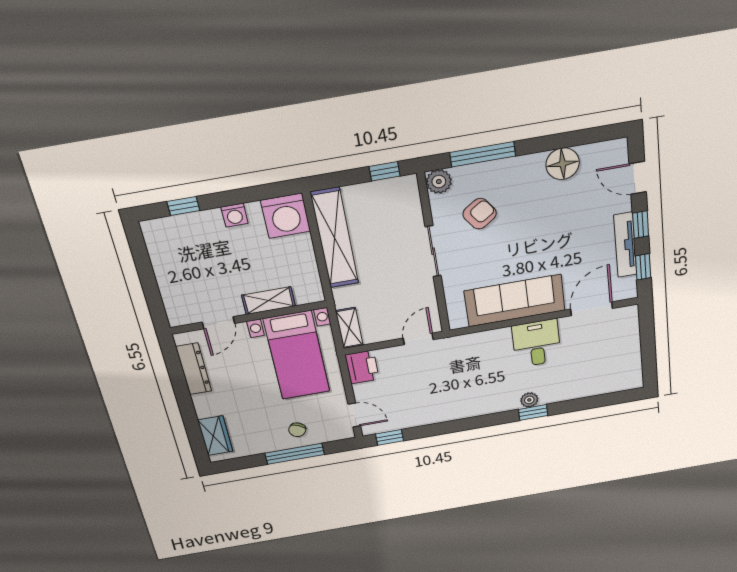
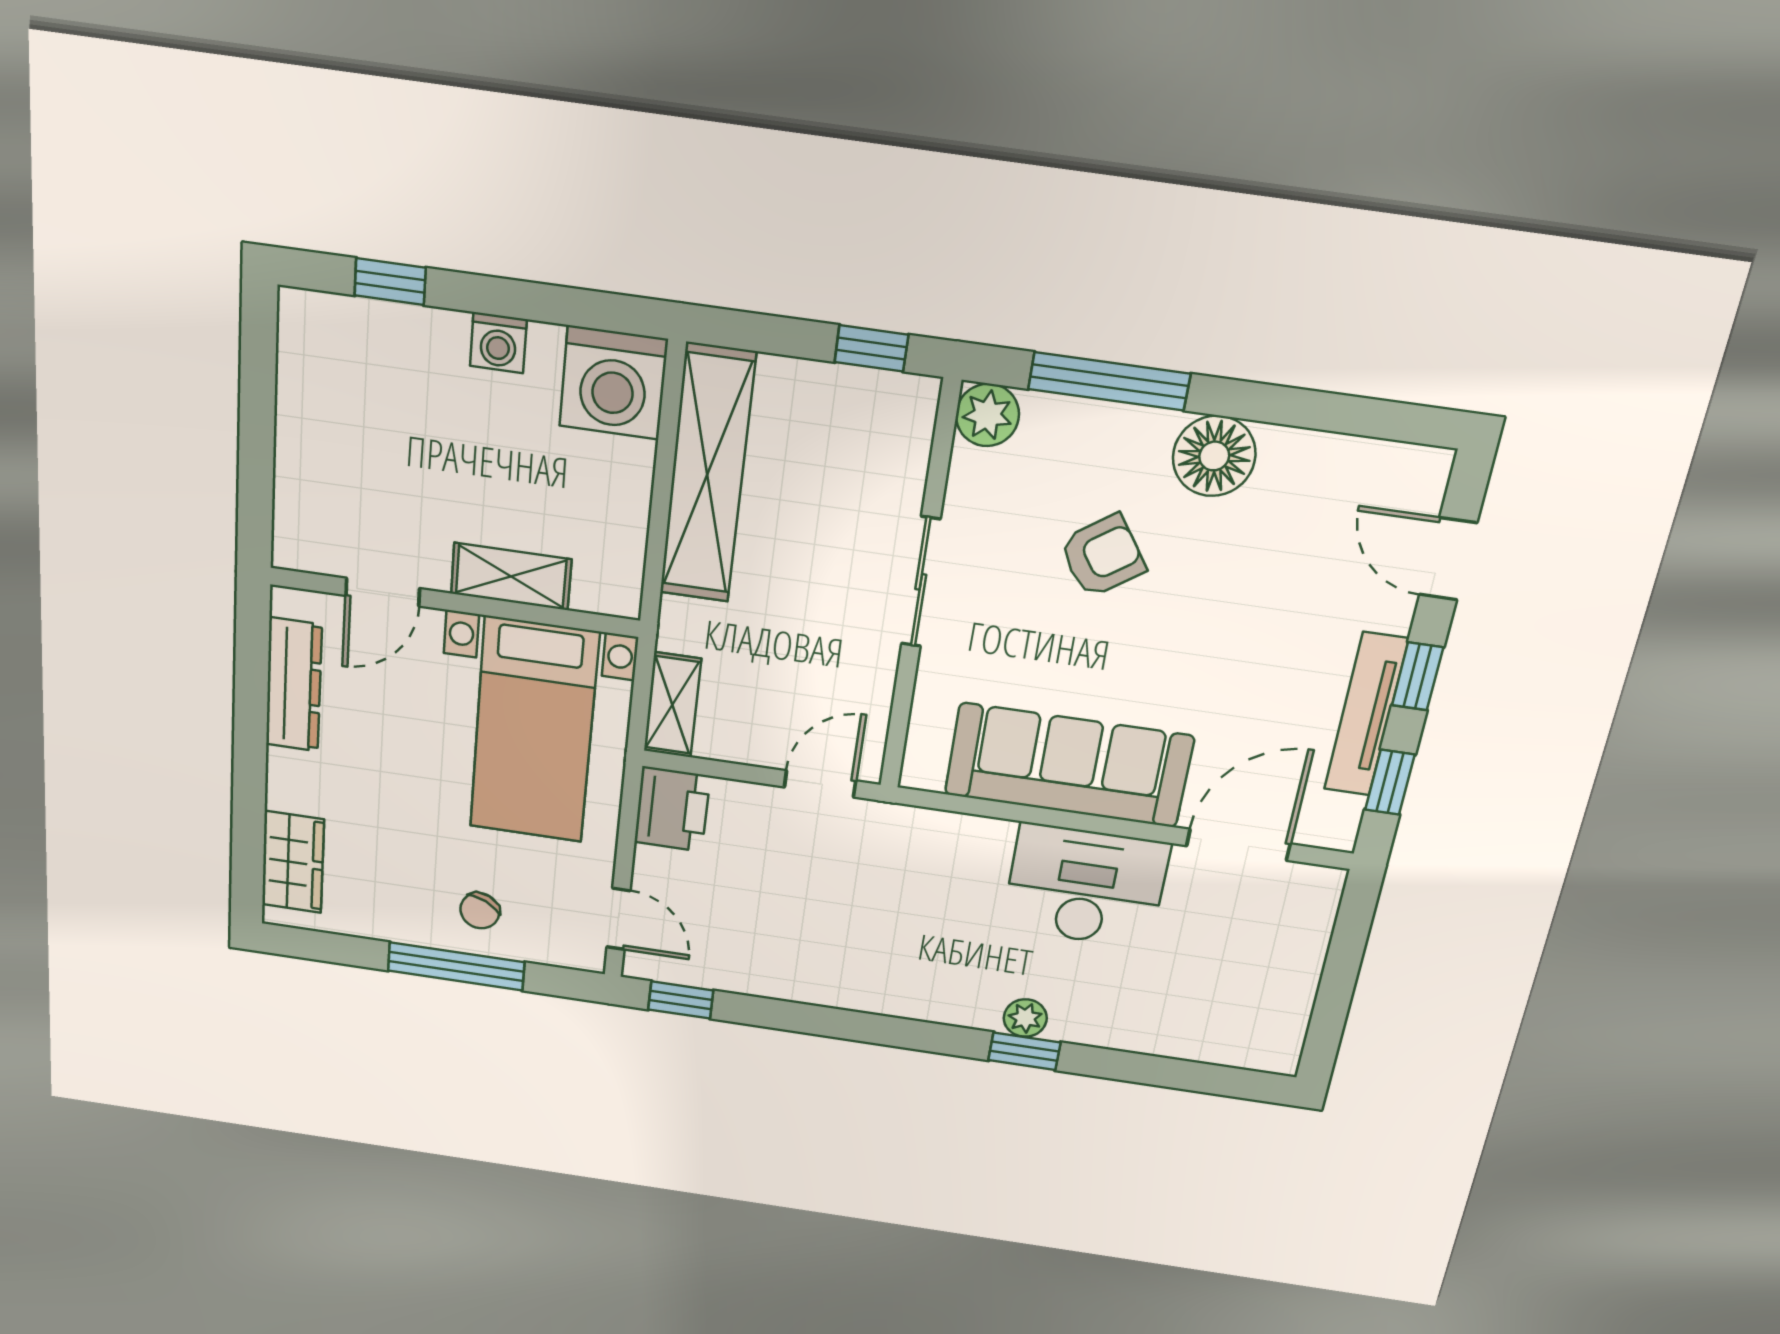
floor lamp: (563, 164) -> (1214, 456), moved
armchair: (480, 214) -> (1102, 556), moved
desk: (537, 343) -> (1085, 886), width x1.37

